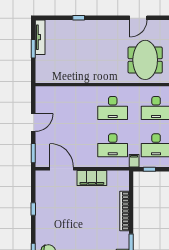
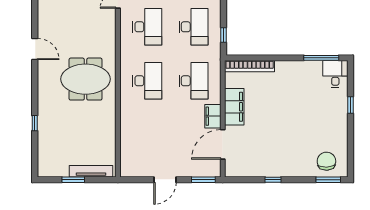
tv unit: (40, 37) -> (91, 171), moved
meeting table: (145, 60) -> (86, 79), moved
door: (33, 122) -> (165, 180), swing flipped
filing cabinet: (134, 161) -> (213, 116), moved, width x2.00
bookcase: (124, 211) -> (250, 66), moved

